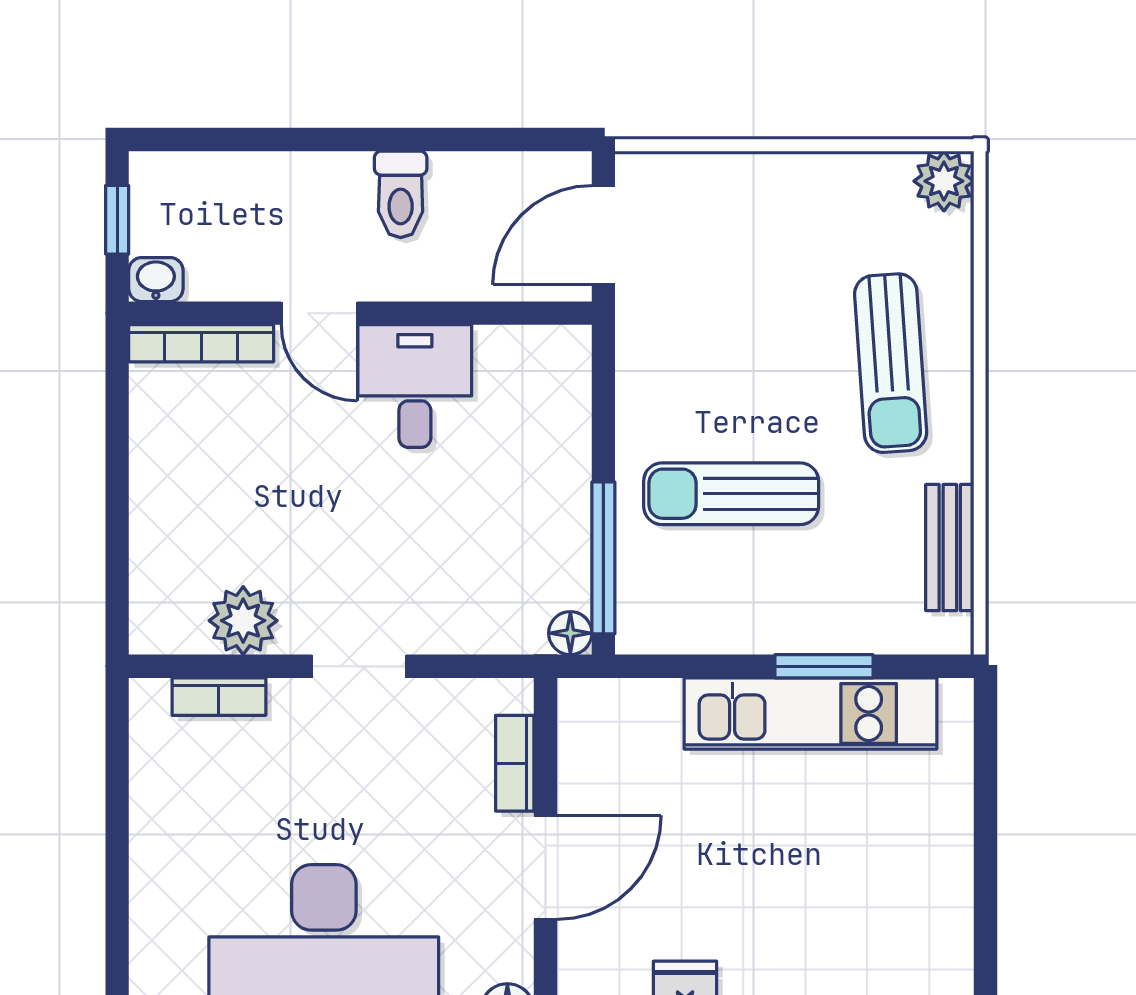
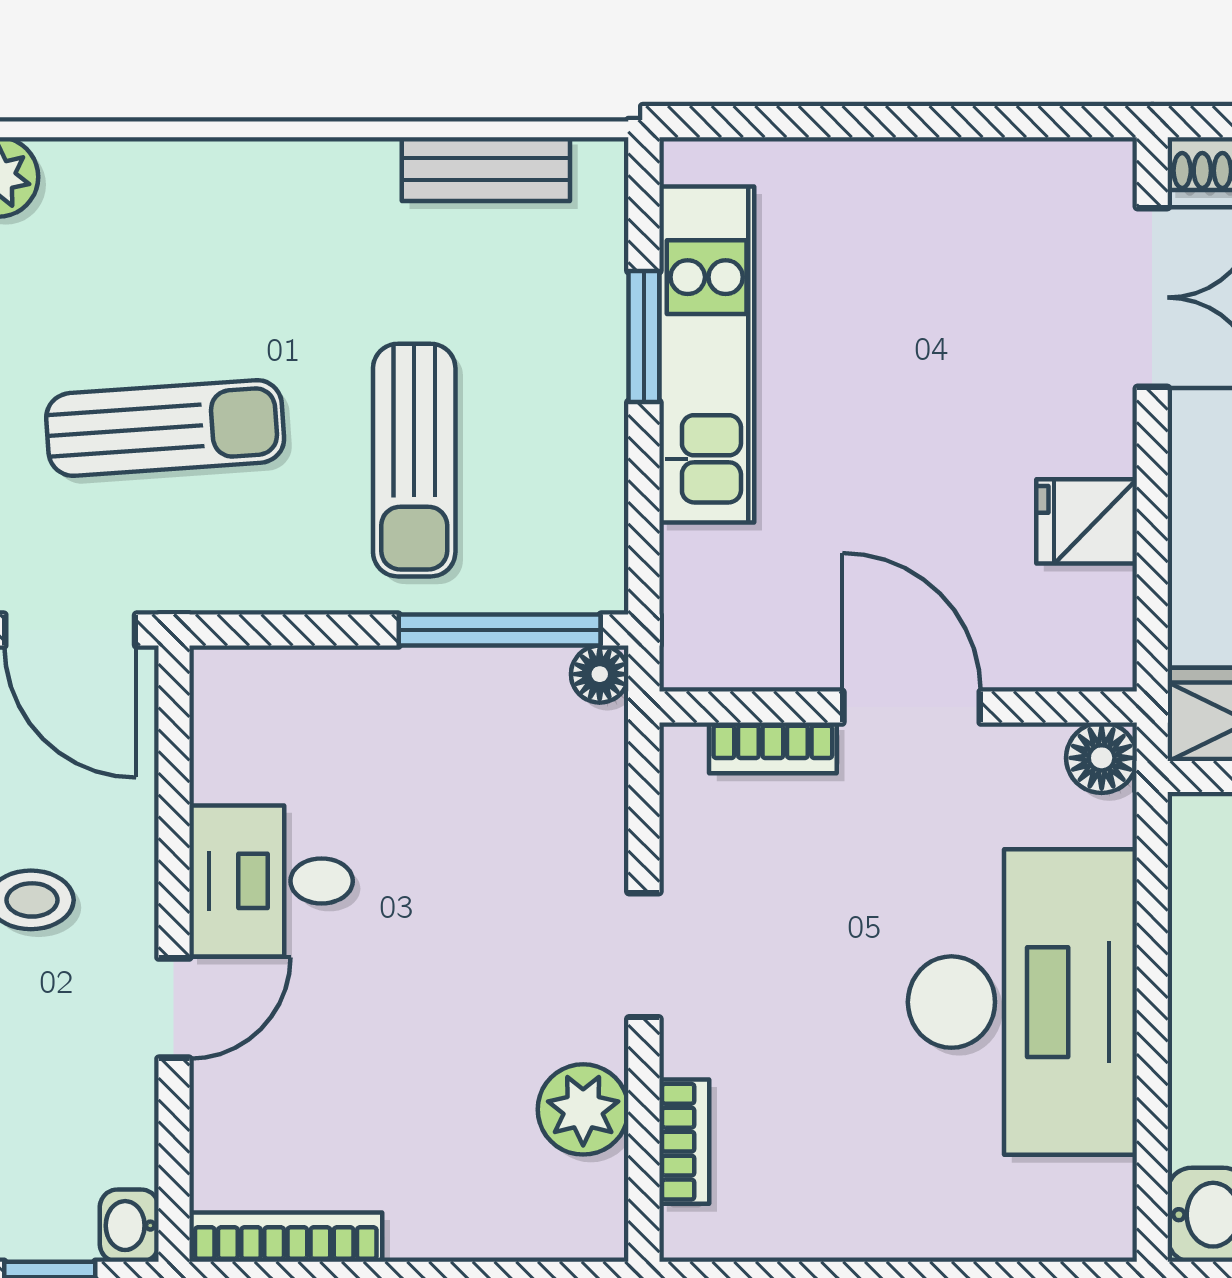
bookcase: (201, 343) -> (286, 1237), moved, turned -90
sun lounger: (891, 363) -> (165, 428), moved

